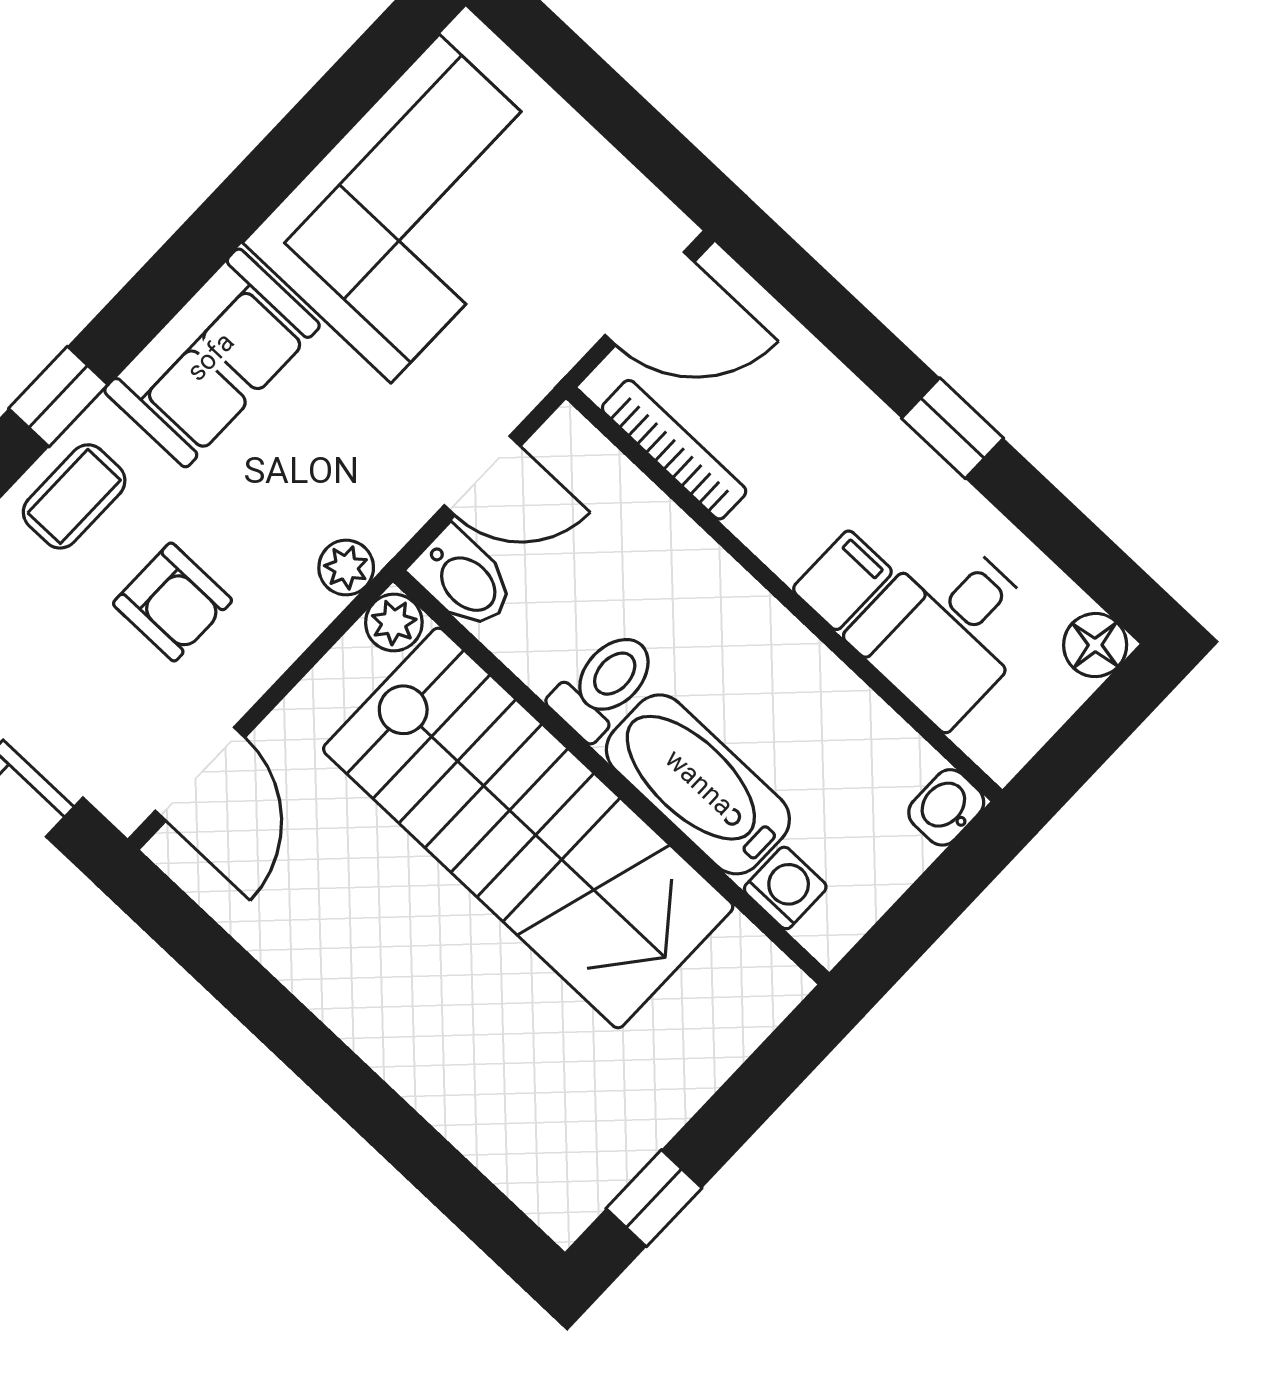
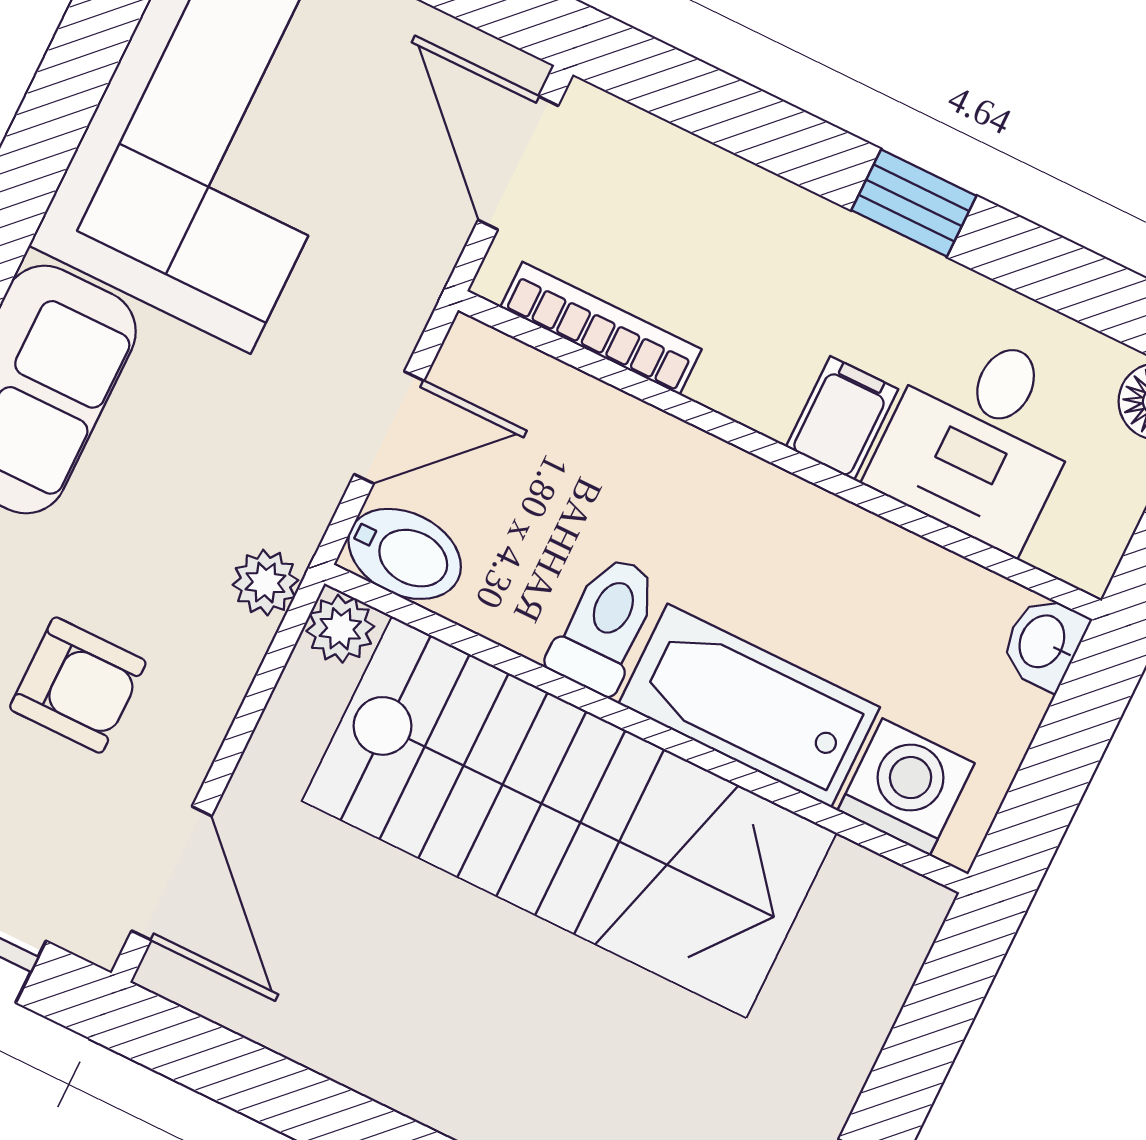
door: (650, 298) -> (518, 163), swing flipped
washing machine: (785, 888) -> (906, 787), width x1.38, depth x1.38

